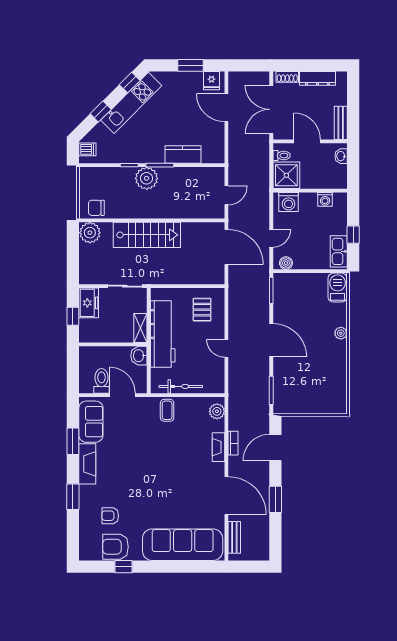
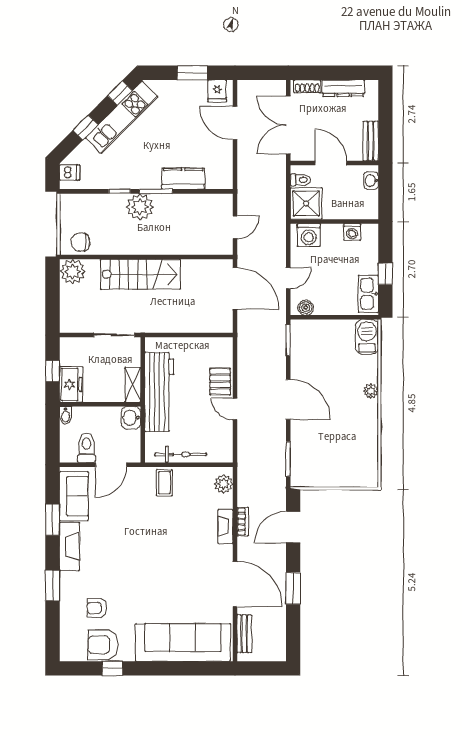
freezer: (89, 303) -> (71, 384), moved
pallet: (202, 310) -> (220, 382), moved
bidet: (84, 354) -> (66, 415), added
door: (122, 395) -> (111, 465), swing flipped

